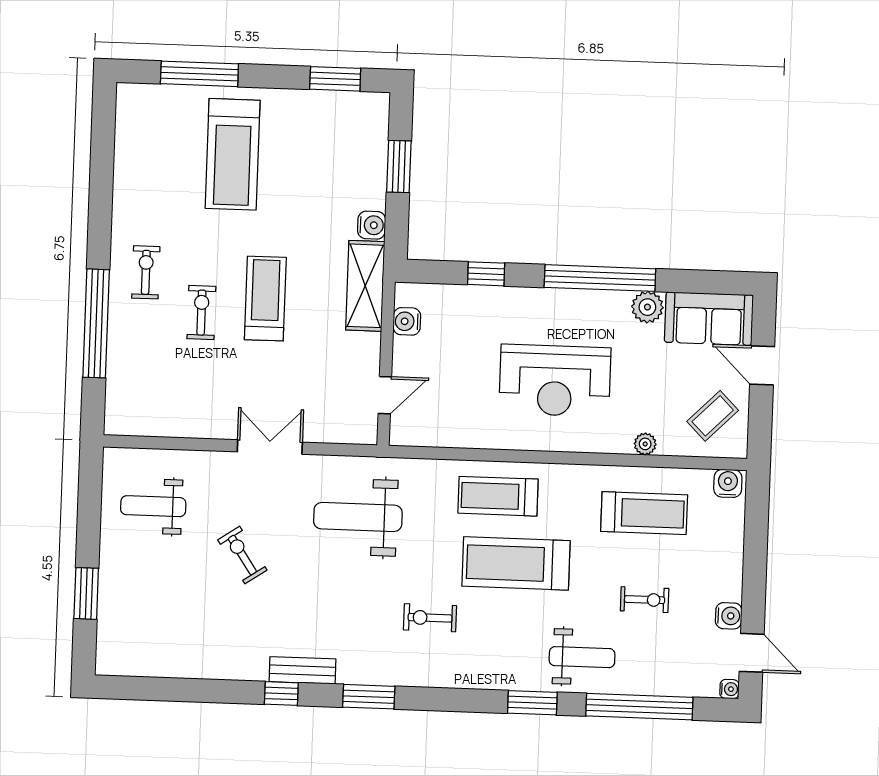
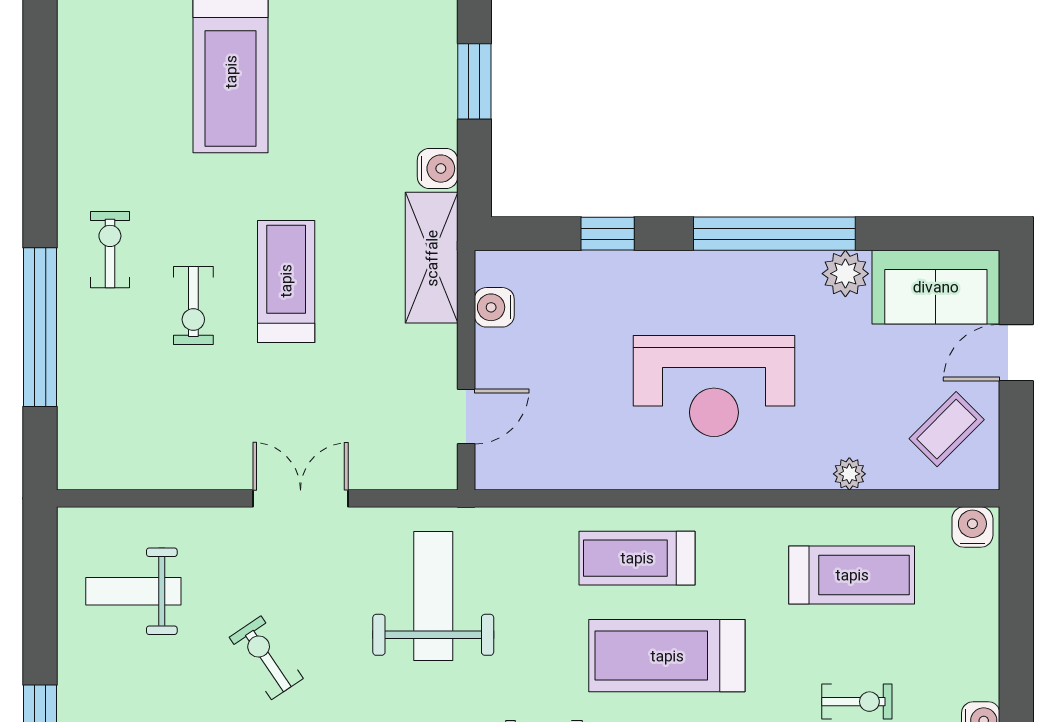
exercise bike: (201, 313) -> (193, 305), turned 180
door: (762, 365) -> (1016, 353), hinge flipped
weight bench: (358, 517) -> (433, 596), turned 90

